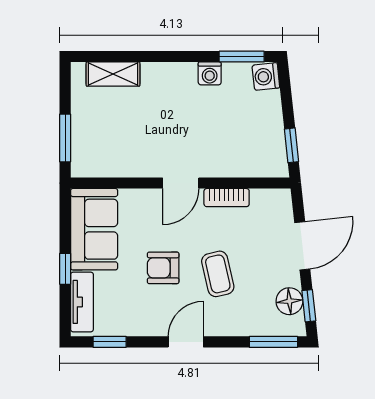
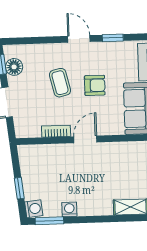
window: (291, 145) -> (19, 188), moved
window: (110, 342) -> (113, 38), moved
door: (186, 342) -> (79, 39), swing flipped
window: (273, 342) -> (23, 41), removed

